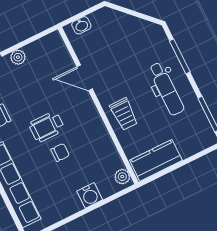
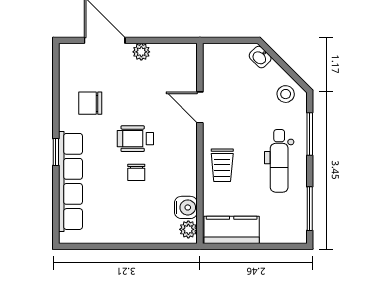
washbasin: (81, 25) -> (260, 57), moved, turned 45
stool: (146, 35) -> (286, 94), added
chair: (60, 152) -> (136, 172), turned 90
water cooler: (90, 195) -> (186, 207), moved, turned -90

